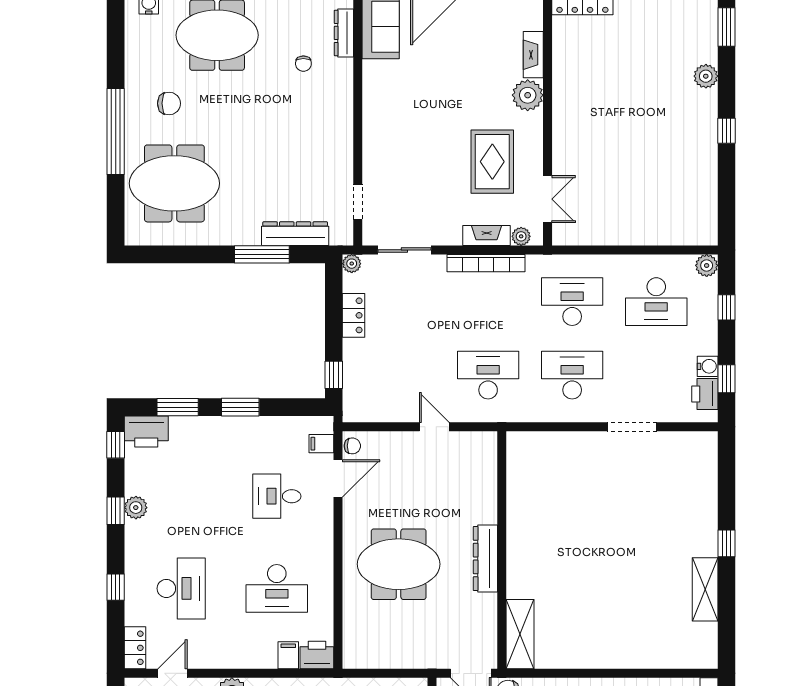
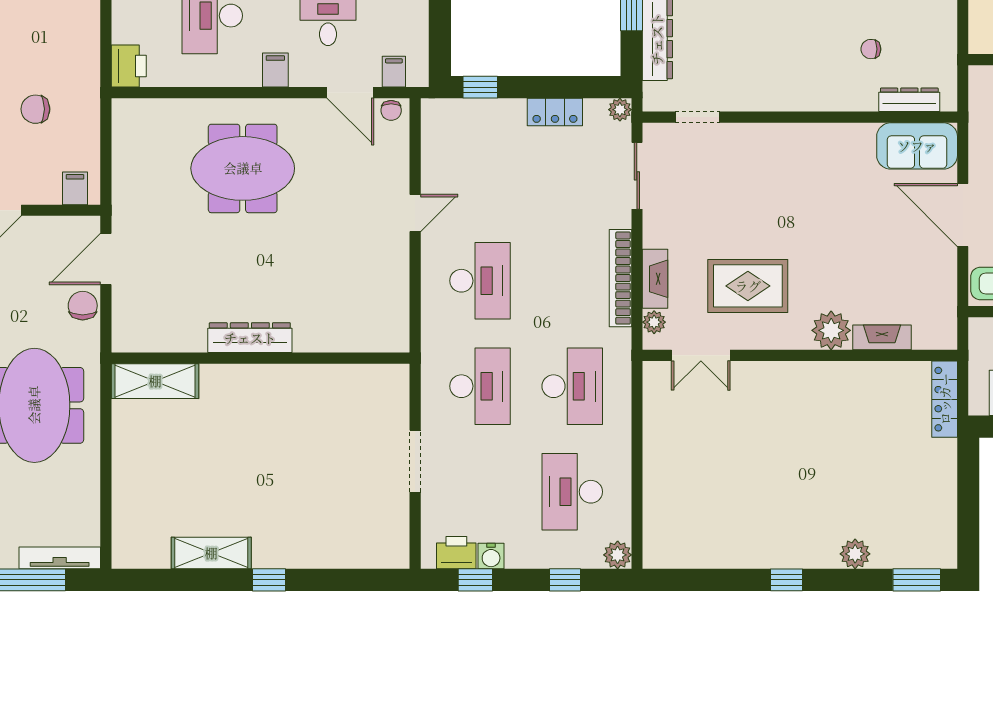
wall: (502, 550) -> (261, 358), moved
dresser: (485, 559) -> (250, 338), moved
meeting table: (399, 564) -> (243, 168), turned 90
shelving: (520, 634) -> (155, 381), moved
filing cabinet: (288, 655) -> (275, 70), moved, turned -90

